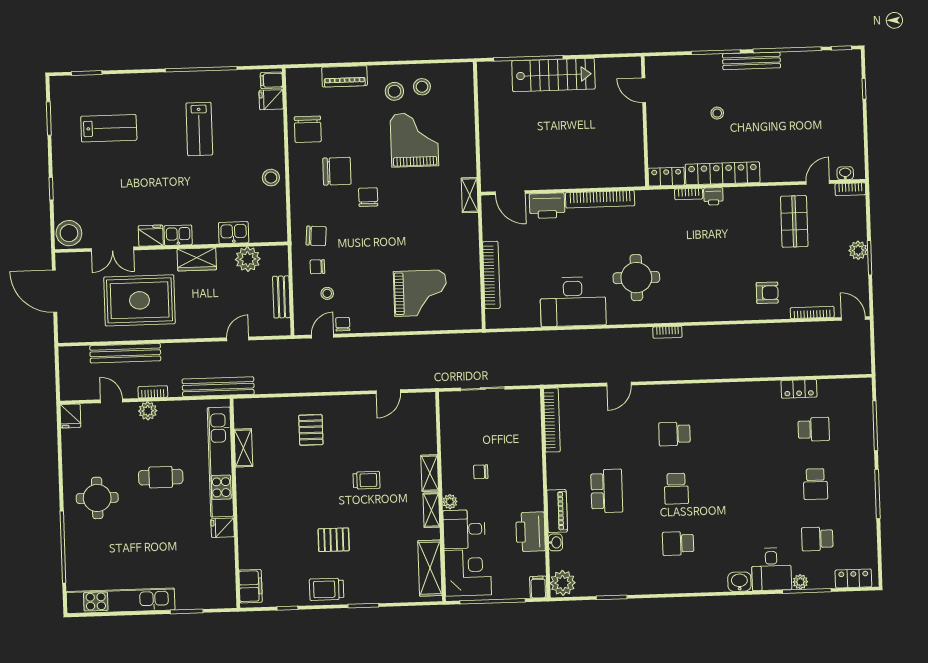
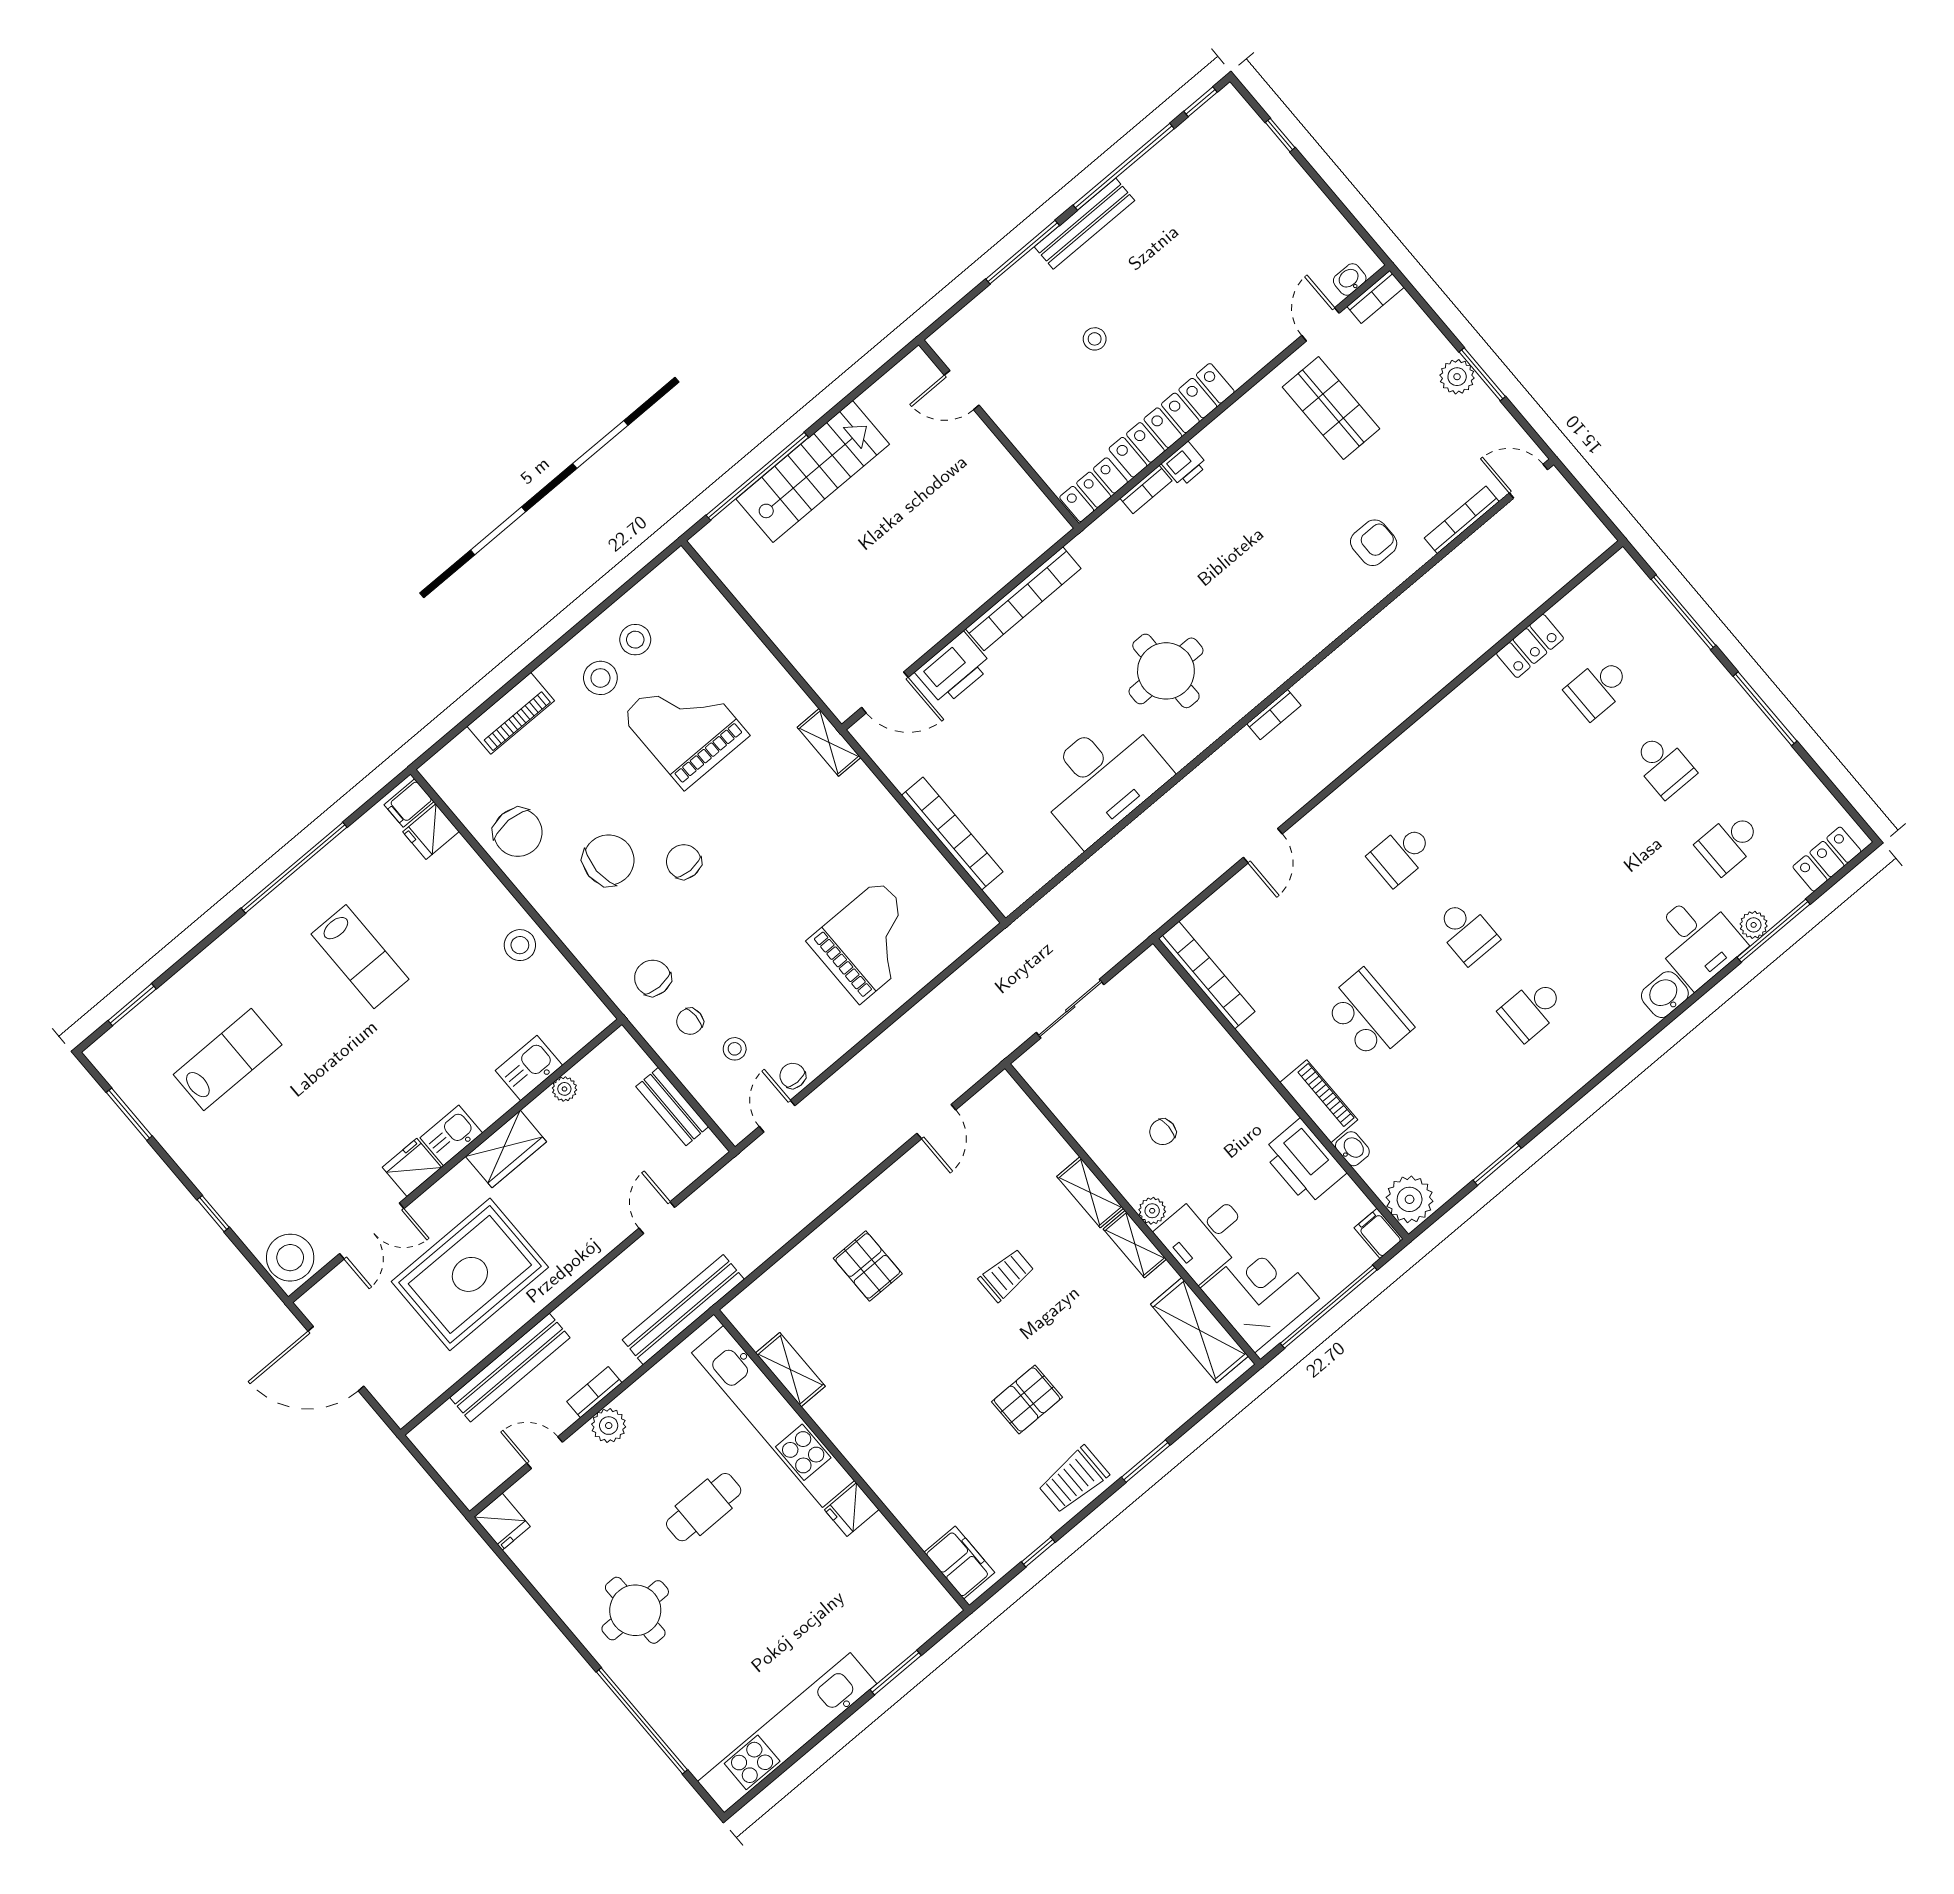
chair: (316, 236) -> (653, 978), turned -94
plant: (248, 259) -> (564, 1089), width x0.53, depth x0.53
school desk: (814, 429) -> (1598, 688), turned 180

